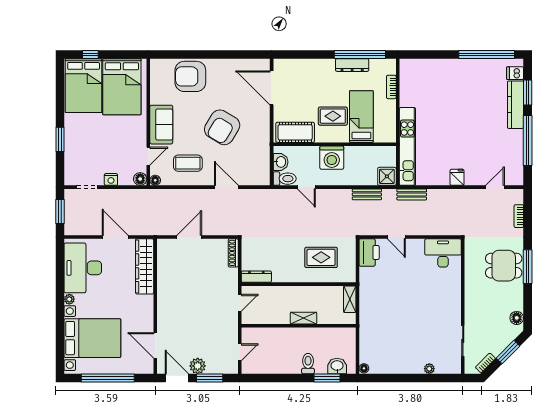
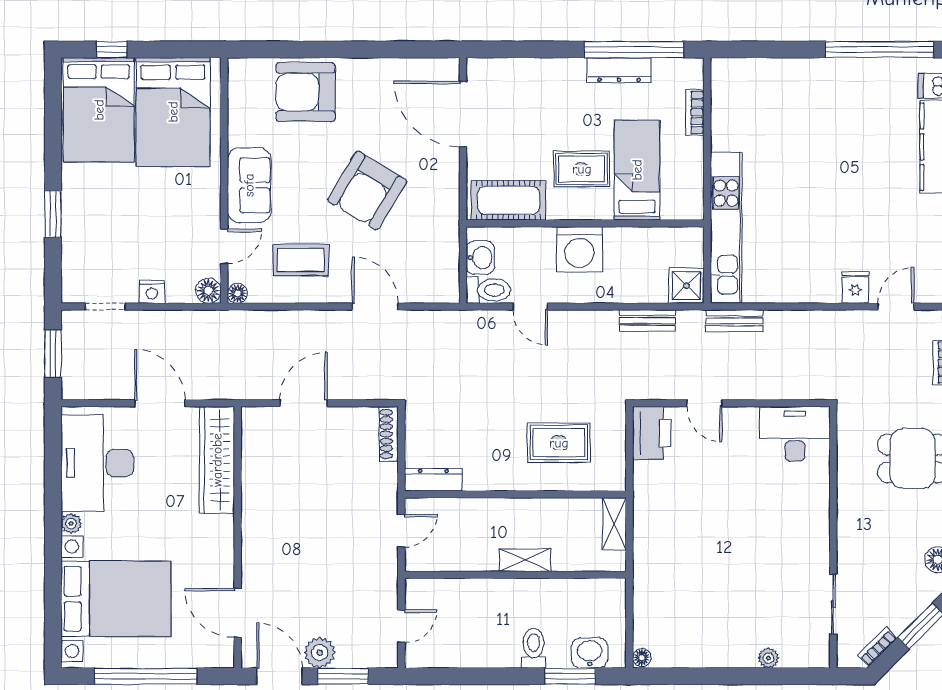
fridge: (457, 177) -> (855, 287), moved

